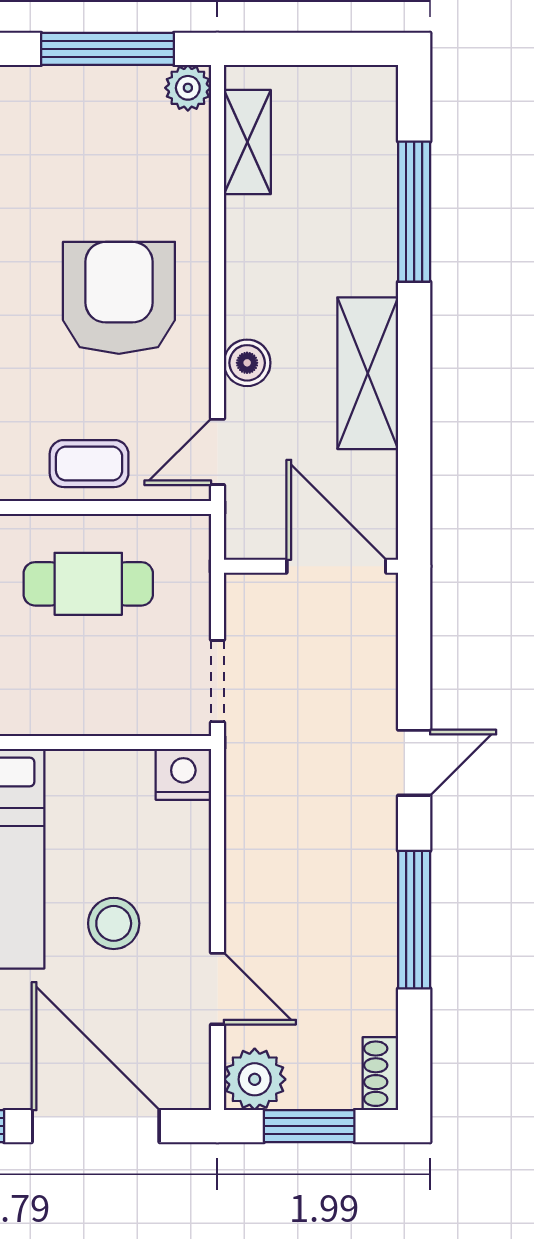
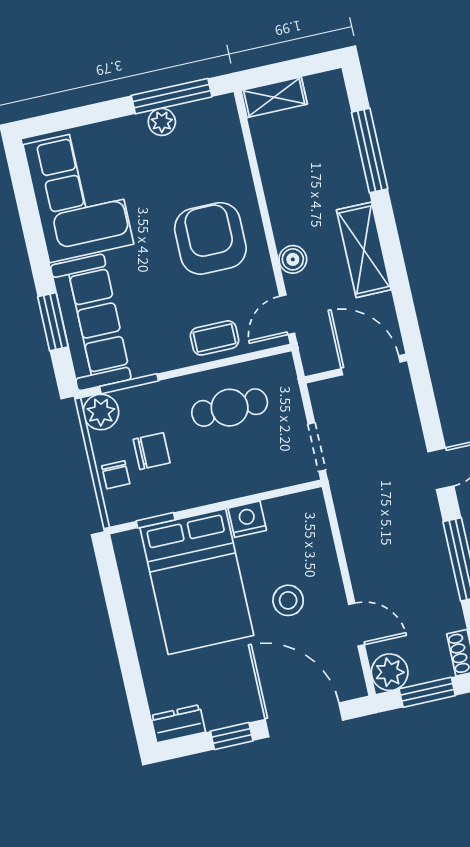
plant: (188, 88) -> (162, 122), moved
shelving: (247, 142) -> (274, 97), moved, turned 90
nightstand: (183, 774) -> (247, 519), moved

